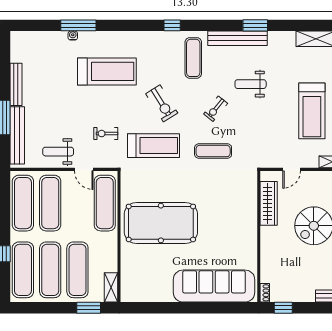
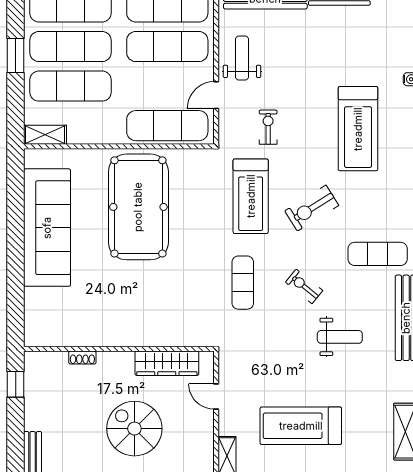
weight bench: (251, 84) -> (340, 337), turned 90
sofa: (214, 286) -> (47, 228), moved
shoe rack: (265, 293) -> (82, 358), moved
window: (89, 308) -> (16, 55), moved

